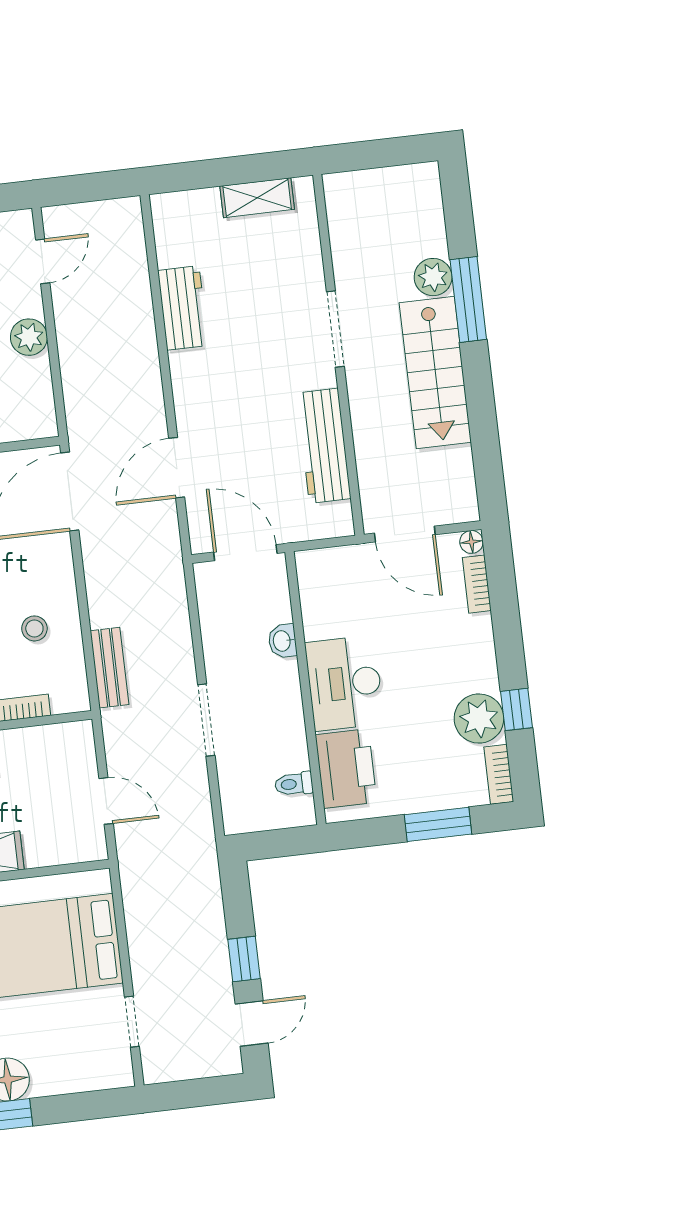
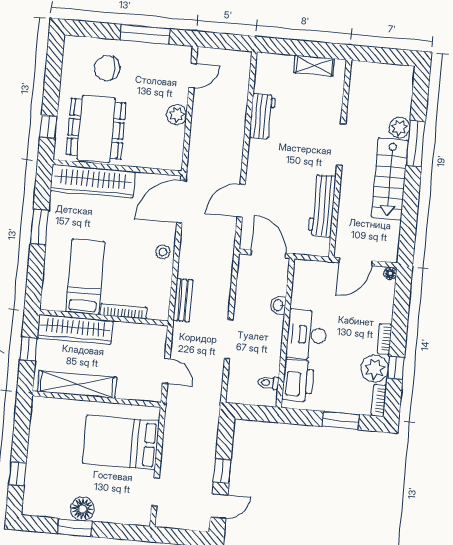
door: (405, 534) -> (356, 262), hinge flipped
bookcase: (477, 584) -> (385, 339), moved
stool: (34, 628) -> (163, 252), moved

